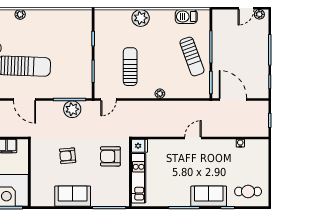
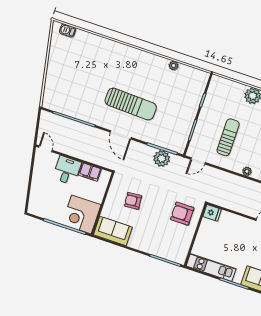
plant: (20, 14) -> (174, 66), moved
armchair: (68, 156) -> (133, 201), moved
kitchen unit: (139, 178) -> (211, 267), moved, turned -90
sofa: (73, 196) -> (113, 231), moved

